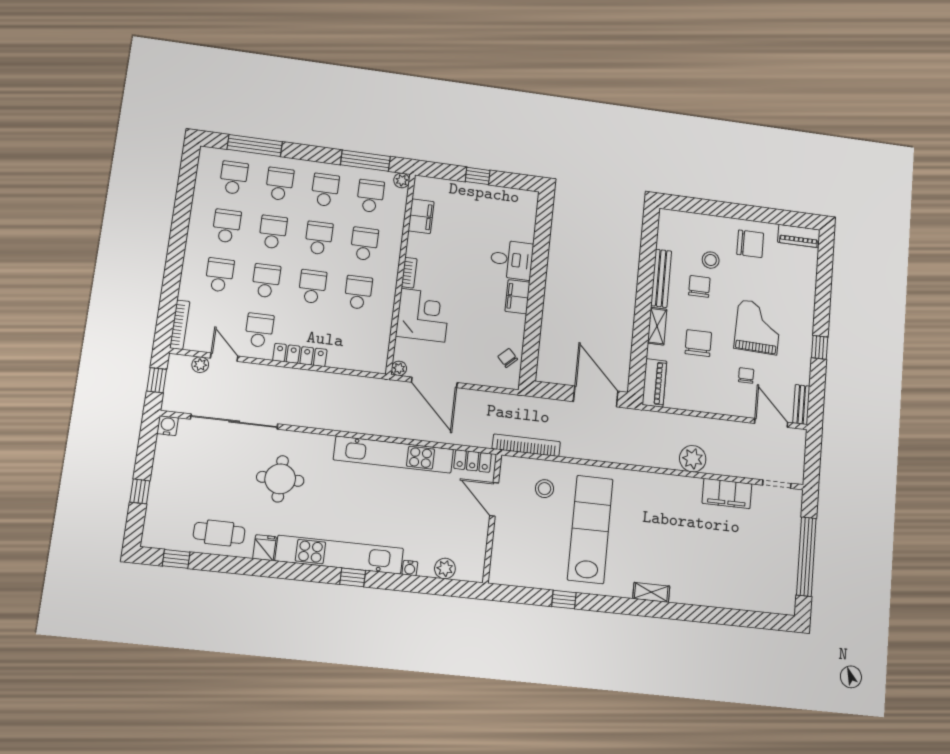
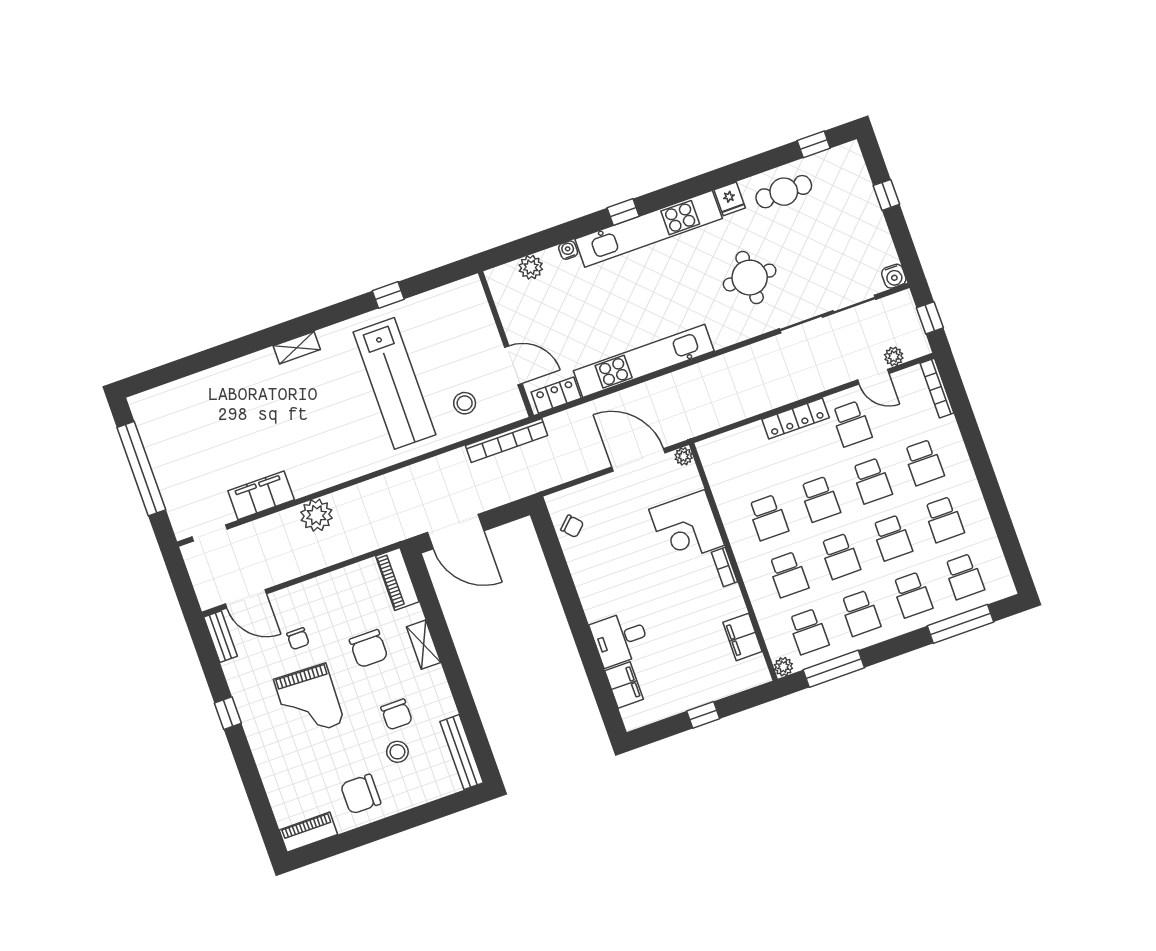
bench: (661, 278) -> (462, 752), moved
filing cabinet: (517, 297) -> (624, 685), moved

